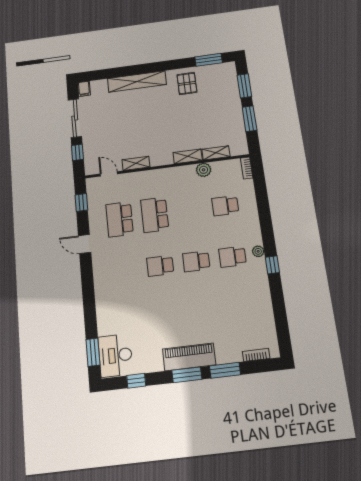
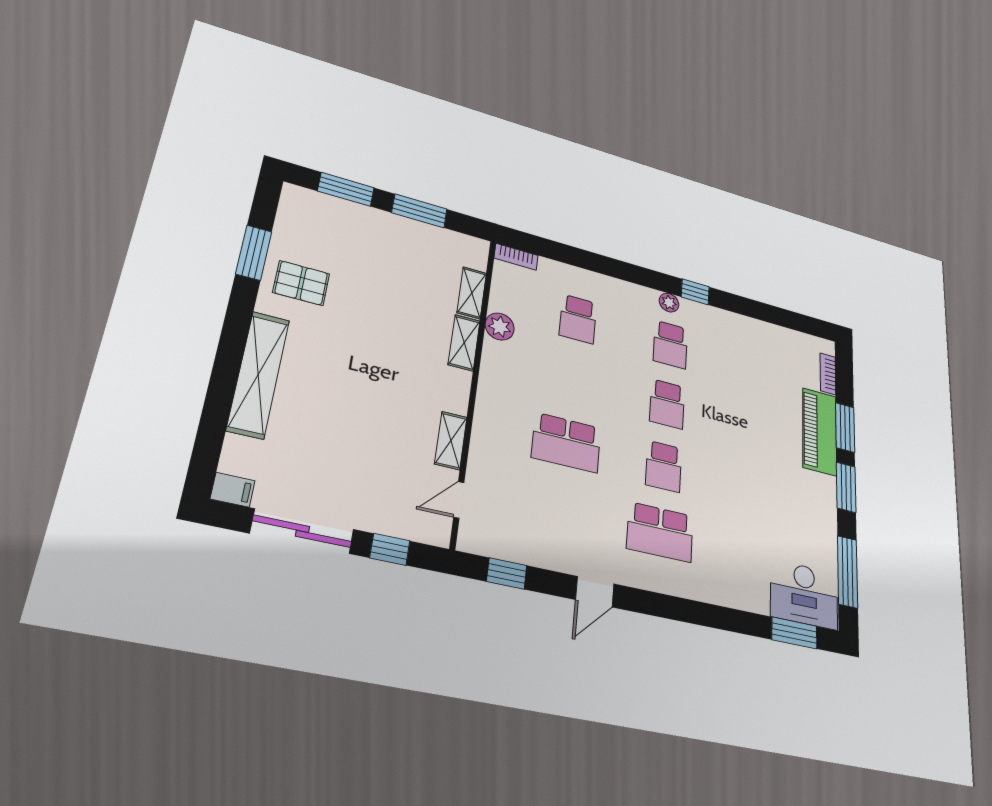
window: (209, 60) -> (254, 253), moved
school desk: (120, 219) -> (660, 532), moved
piano: (189, 357) -> (820, 432), moved
window: (136, 381) -> (848, 572), width x2.17

